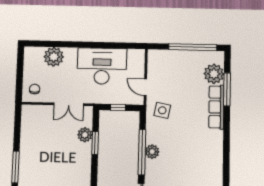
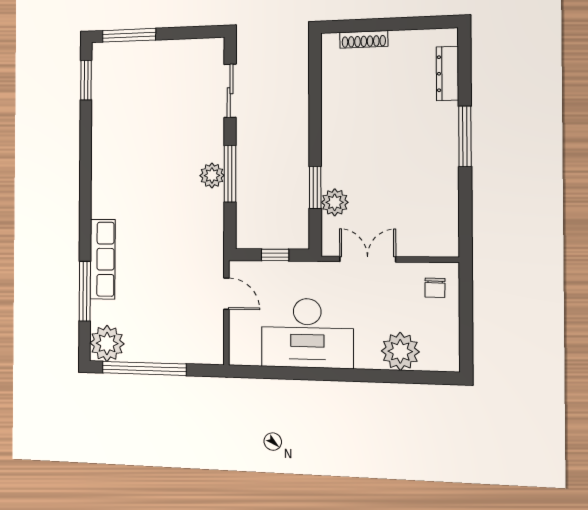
plant: (214, 74) -> (107, 343), moved
side table: (162, 110) -> (196, 251), removed
window: (142, 152) -> (230, 174), width x0.68

